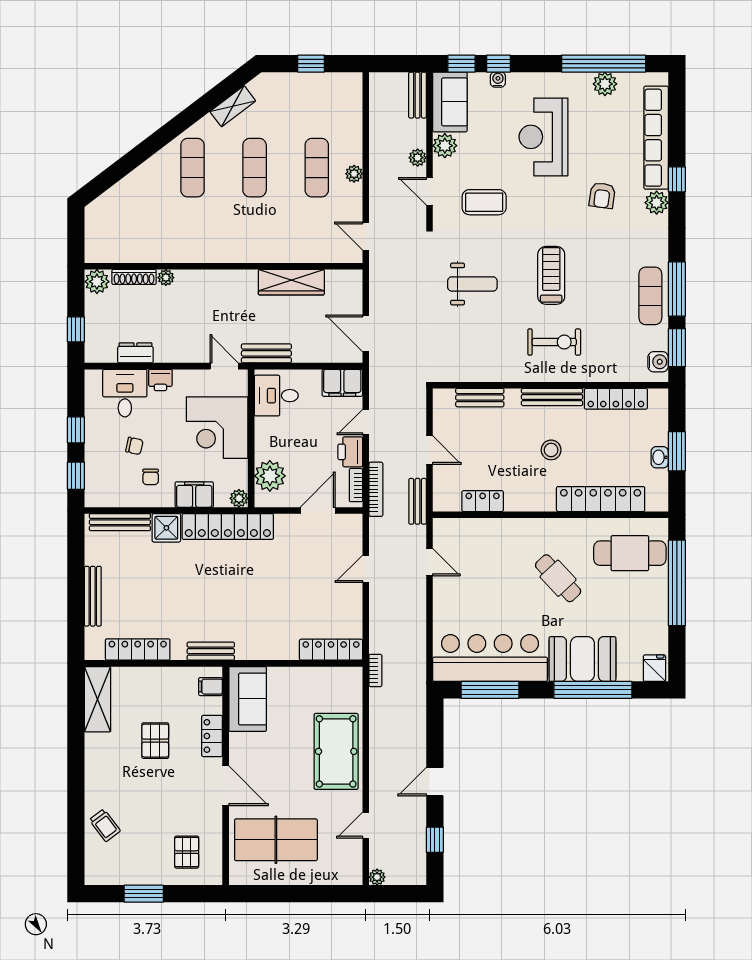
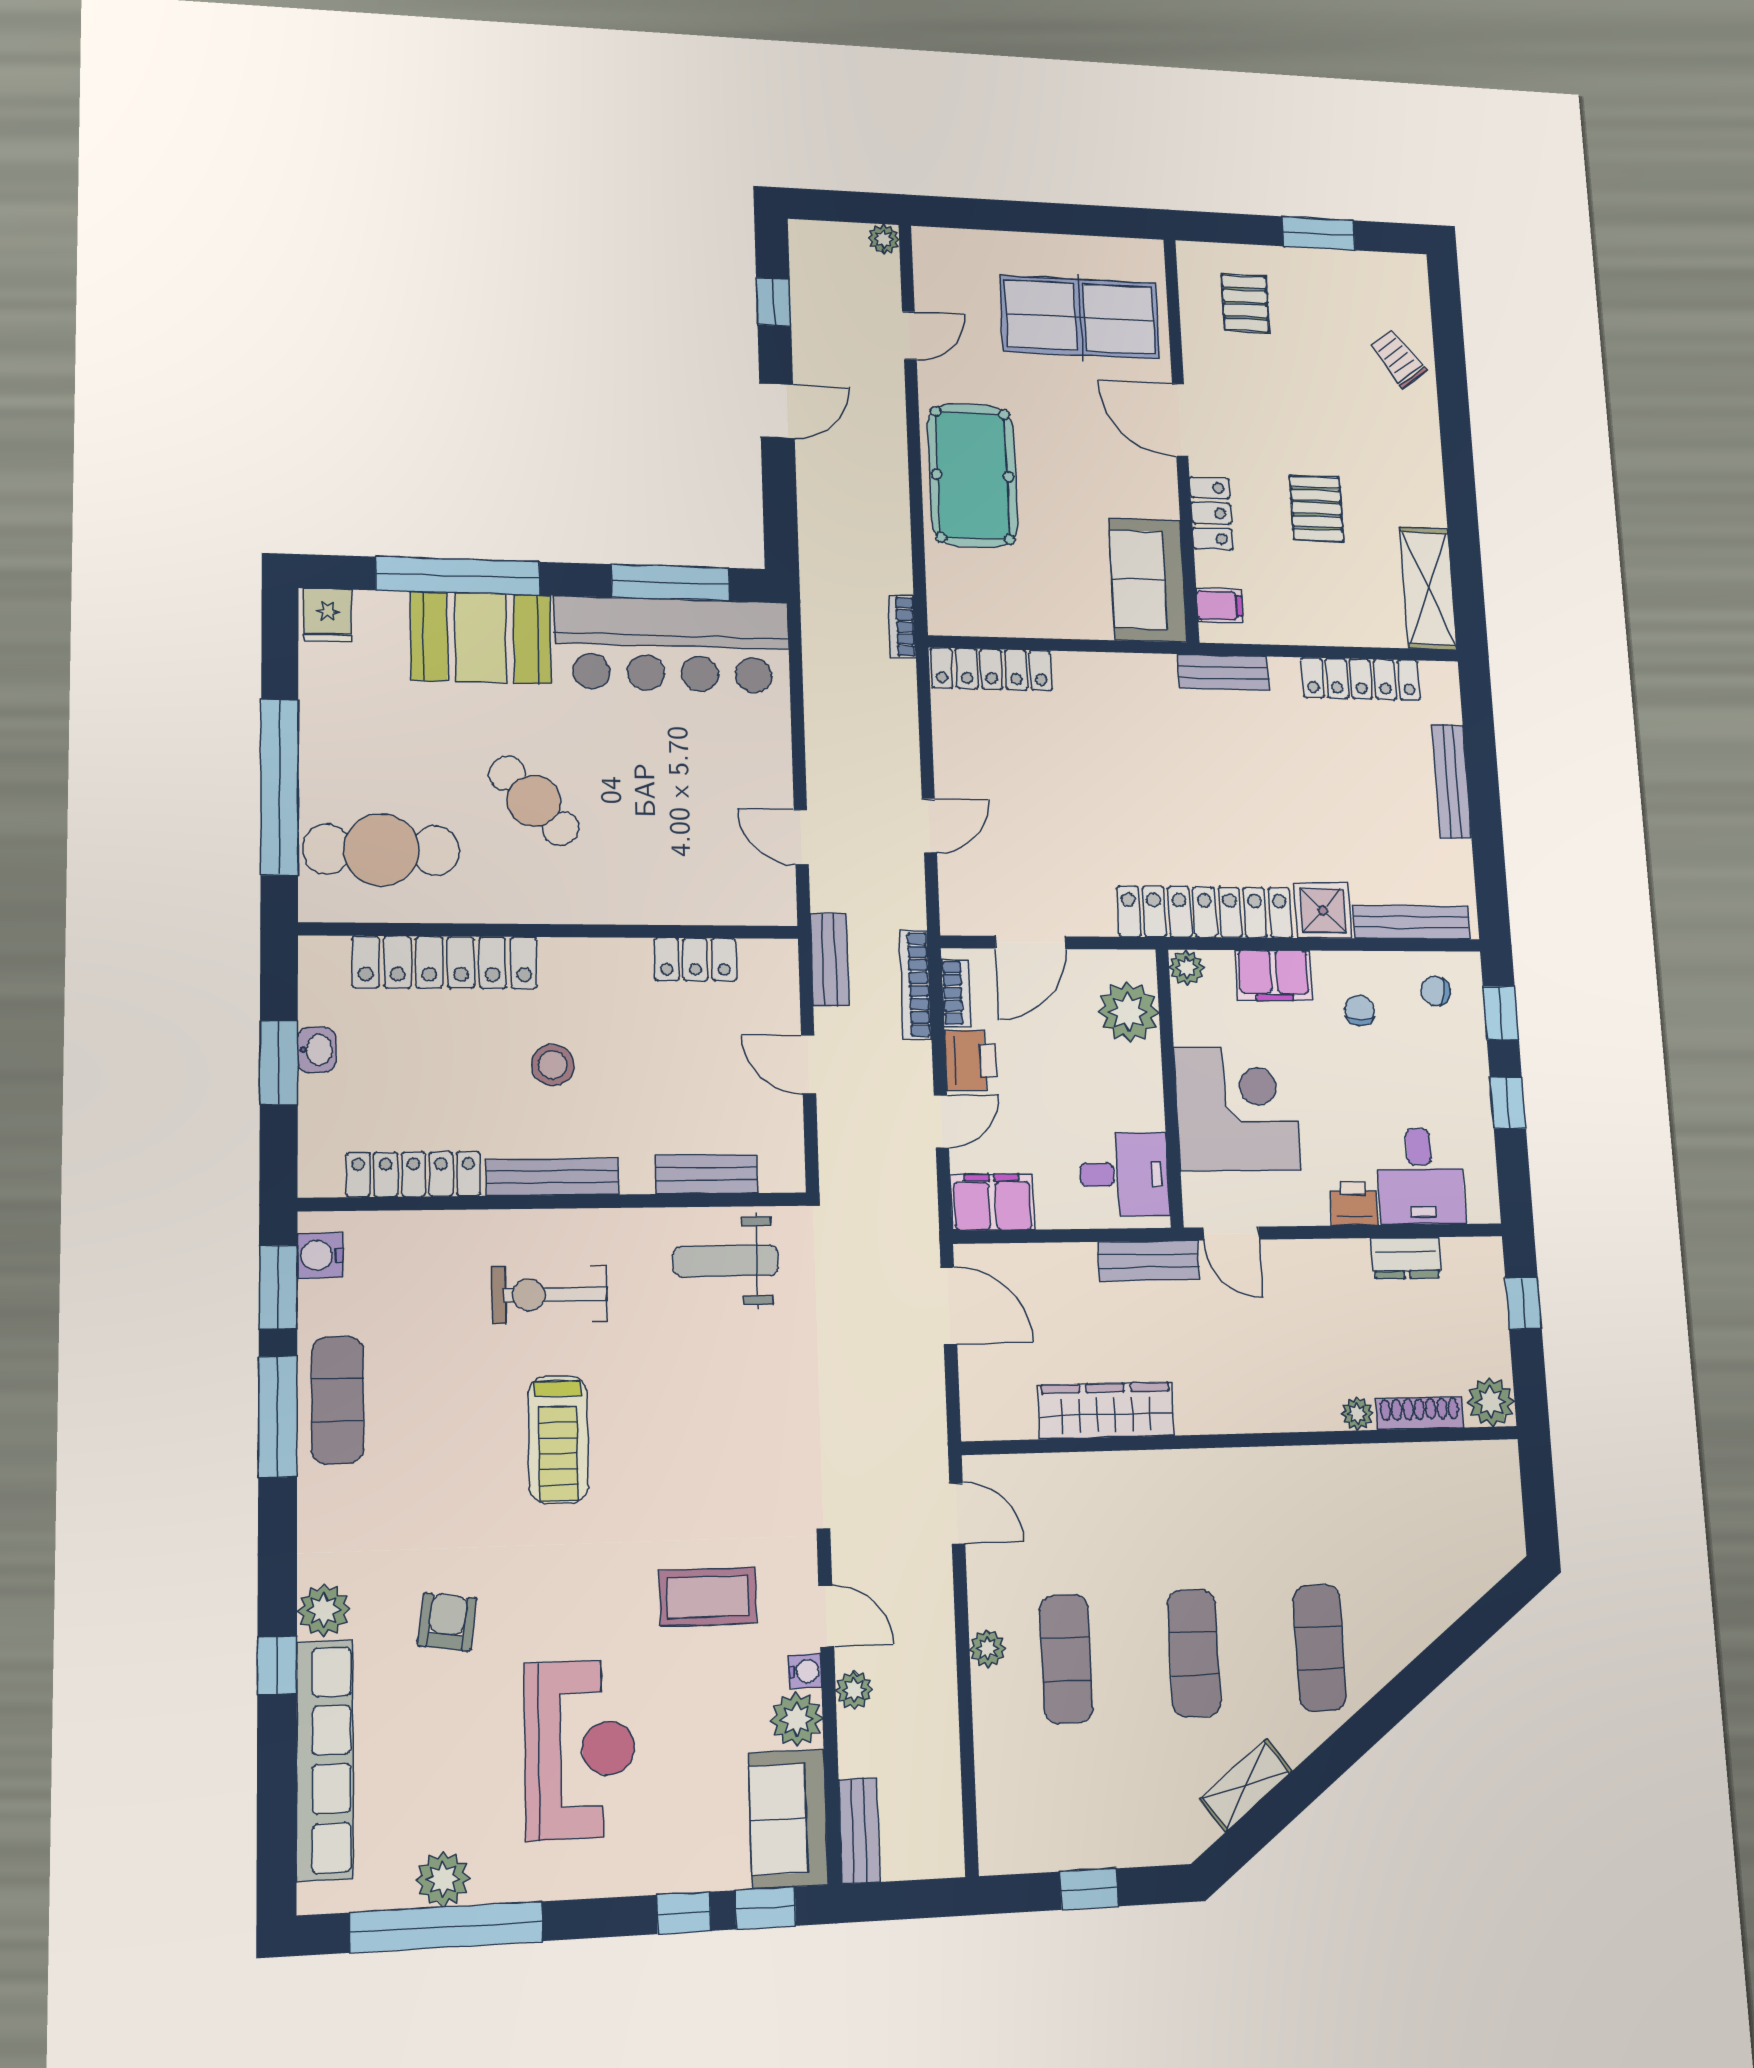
water cooler: (498, 80) -> (805, 1671), moved, turned -90
weight bench: (472, 284) -> (726, 1261), moved
chair: (134, 446) -> (1436, 991), moved

